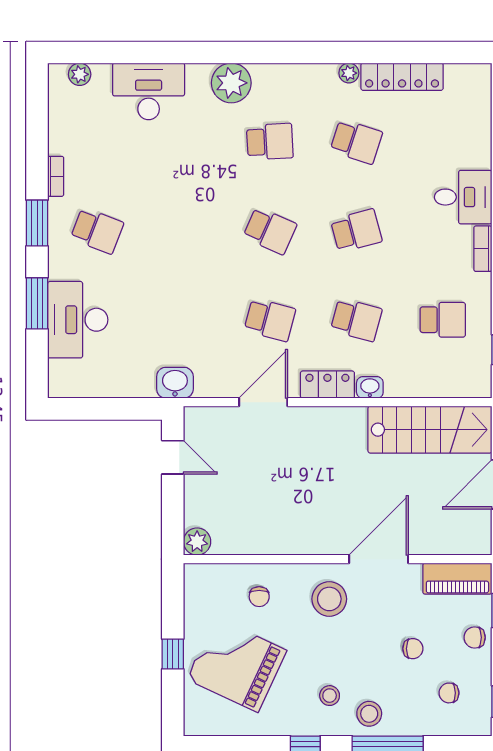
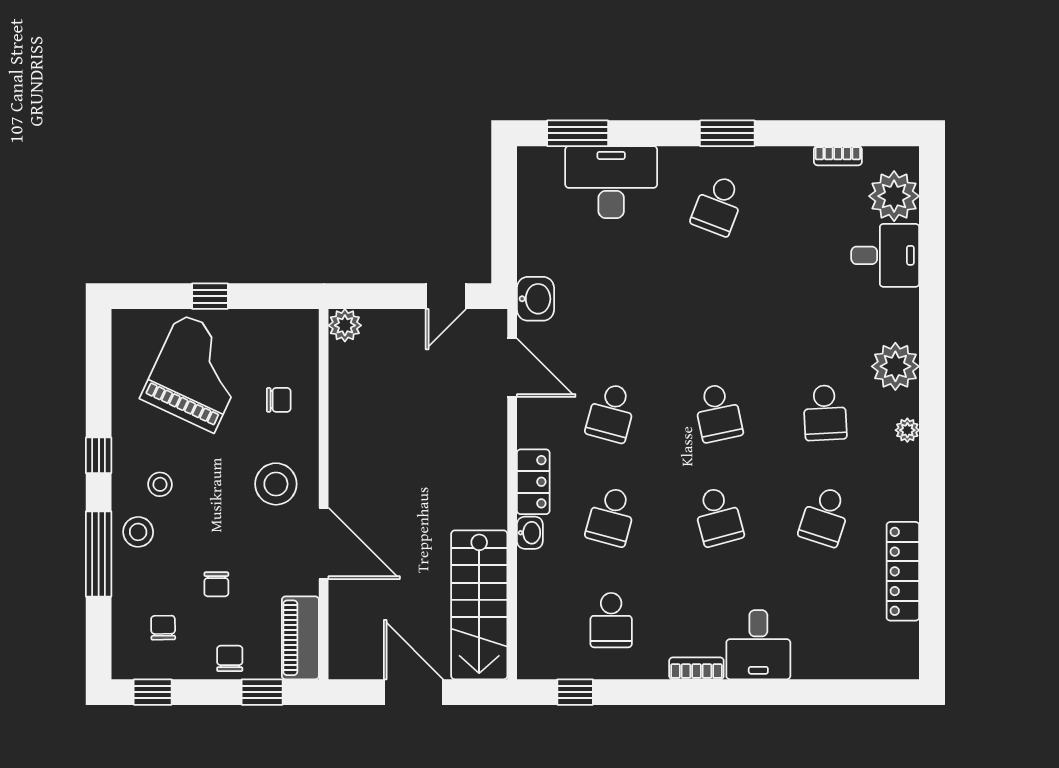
plant: (349, 73) -> (907, 430), moved
plant: (80, 74) -> (894, 196), width x1.88, depth x1.88
desk: (149, 91) -> (885, 255), width x0.73
bookcase: (56, 176) -> (838, 156), moved
school desk: (270, 231) -> (718, 413), turned -36
window: (37, 303) -> (578, 133), moved
door: (263, 402) -> (512, 368), moved
chair: (259, 597) -> (279, 400), turned 180

